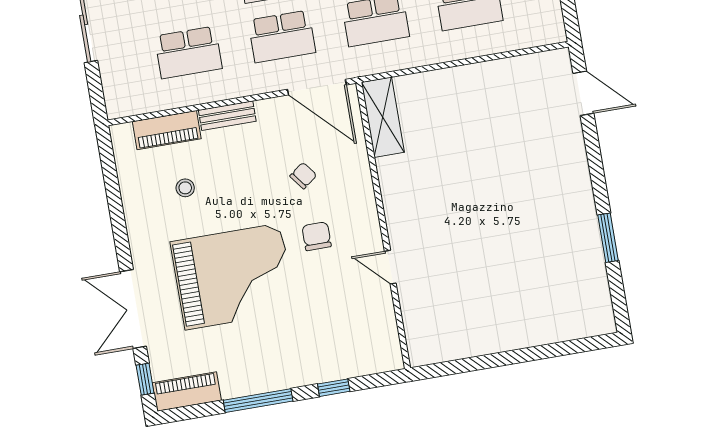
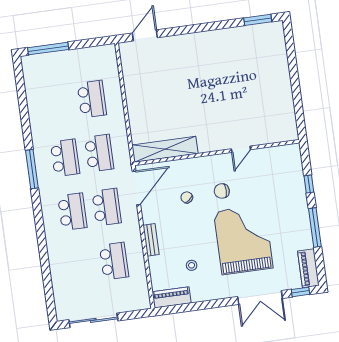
shelving: (383, 117) -> (165, 149), width x1.47
piano: (167, 130) -> (172, 297), moved, turned -90
window: (608, 238) -> (258, 20), moved

